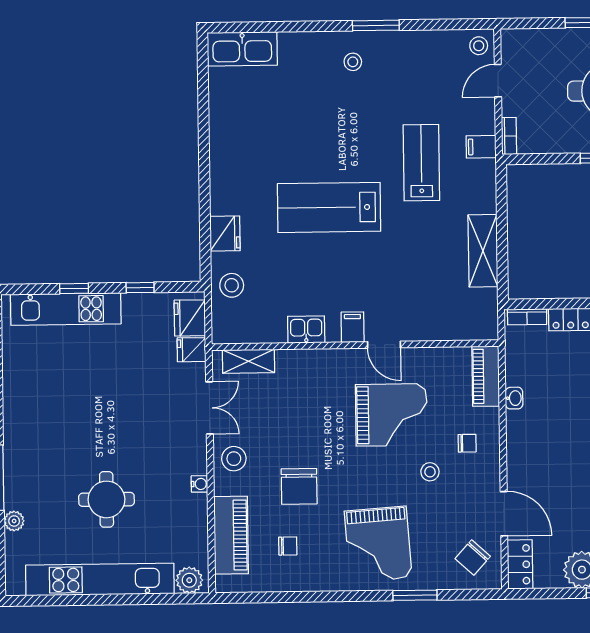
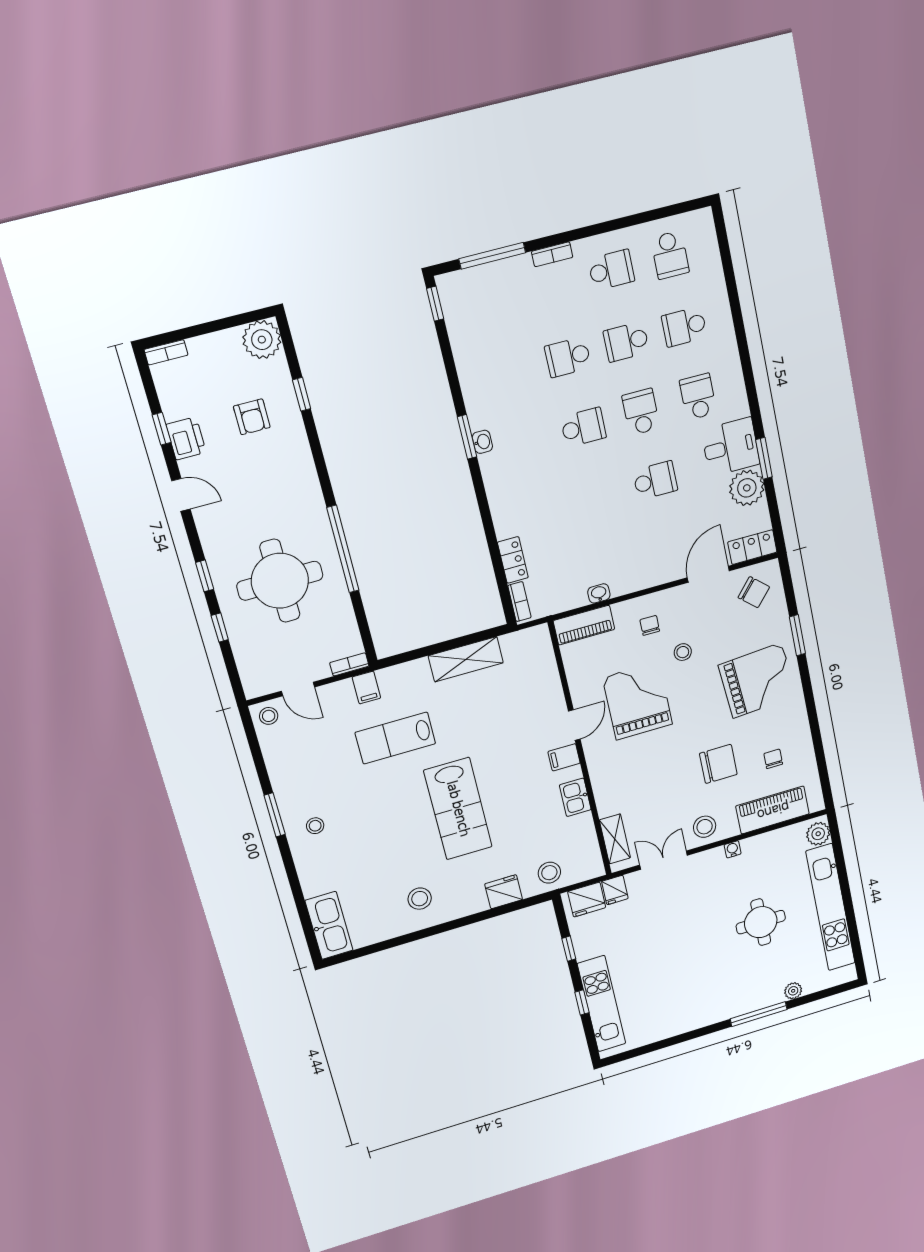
stool: (244, 146) -> (420, 899), added

